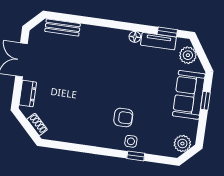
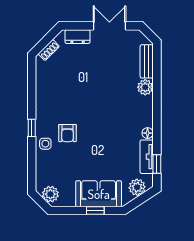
plant: (88, 33) -> (145, 87), added
window: (136, 156) -> (32, 128), moved

